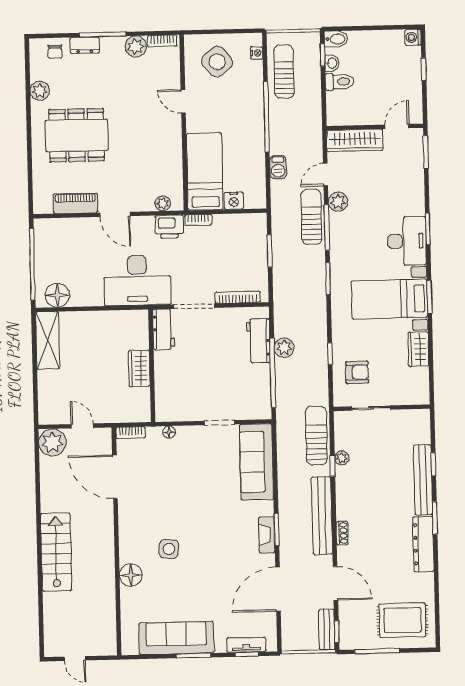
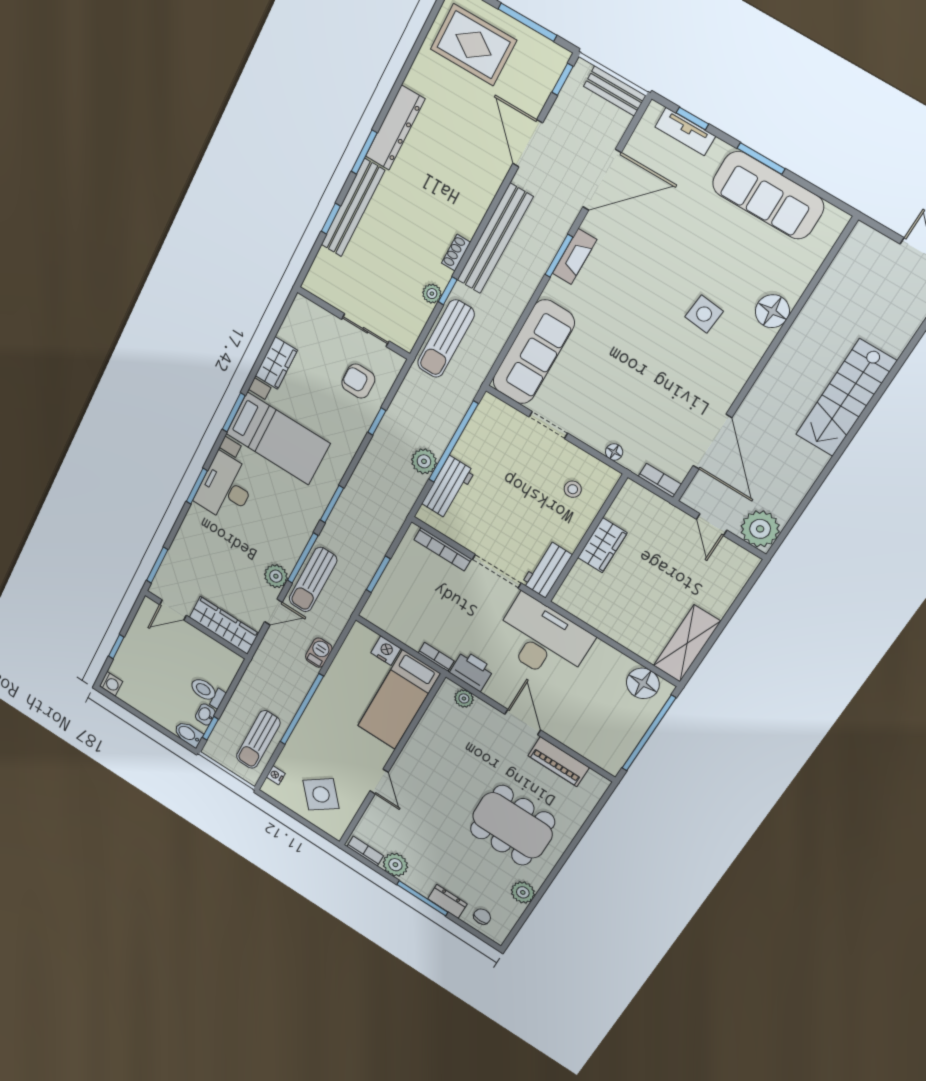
stool: (180, 392) -> (573, 489), added
shoe rack: (342, 533) -> (456, 253), moved
bench: (327, 630) -> (615, 91), moved, turned 90

